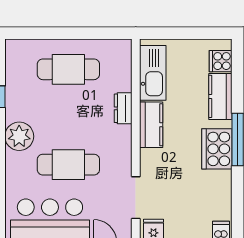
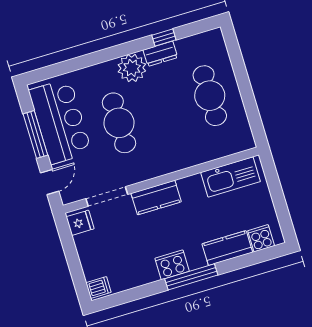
dresser: (123, 108) -> (160, 54), moved, turned 180
kitchen counter: (151, 125) -> (156, 198), moved
cooker: (217, 149) -> (172, 265), width x0.73, depth x0.76

